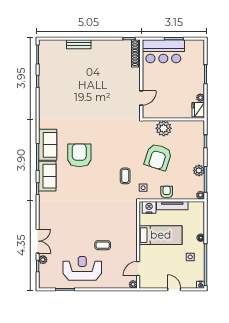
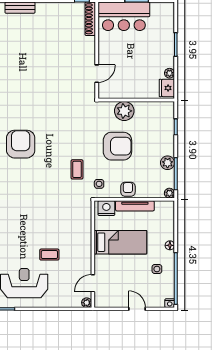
armchair: (158, 157) -> (117, 146), turned -108

